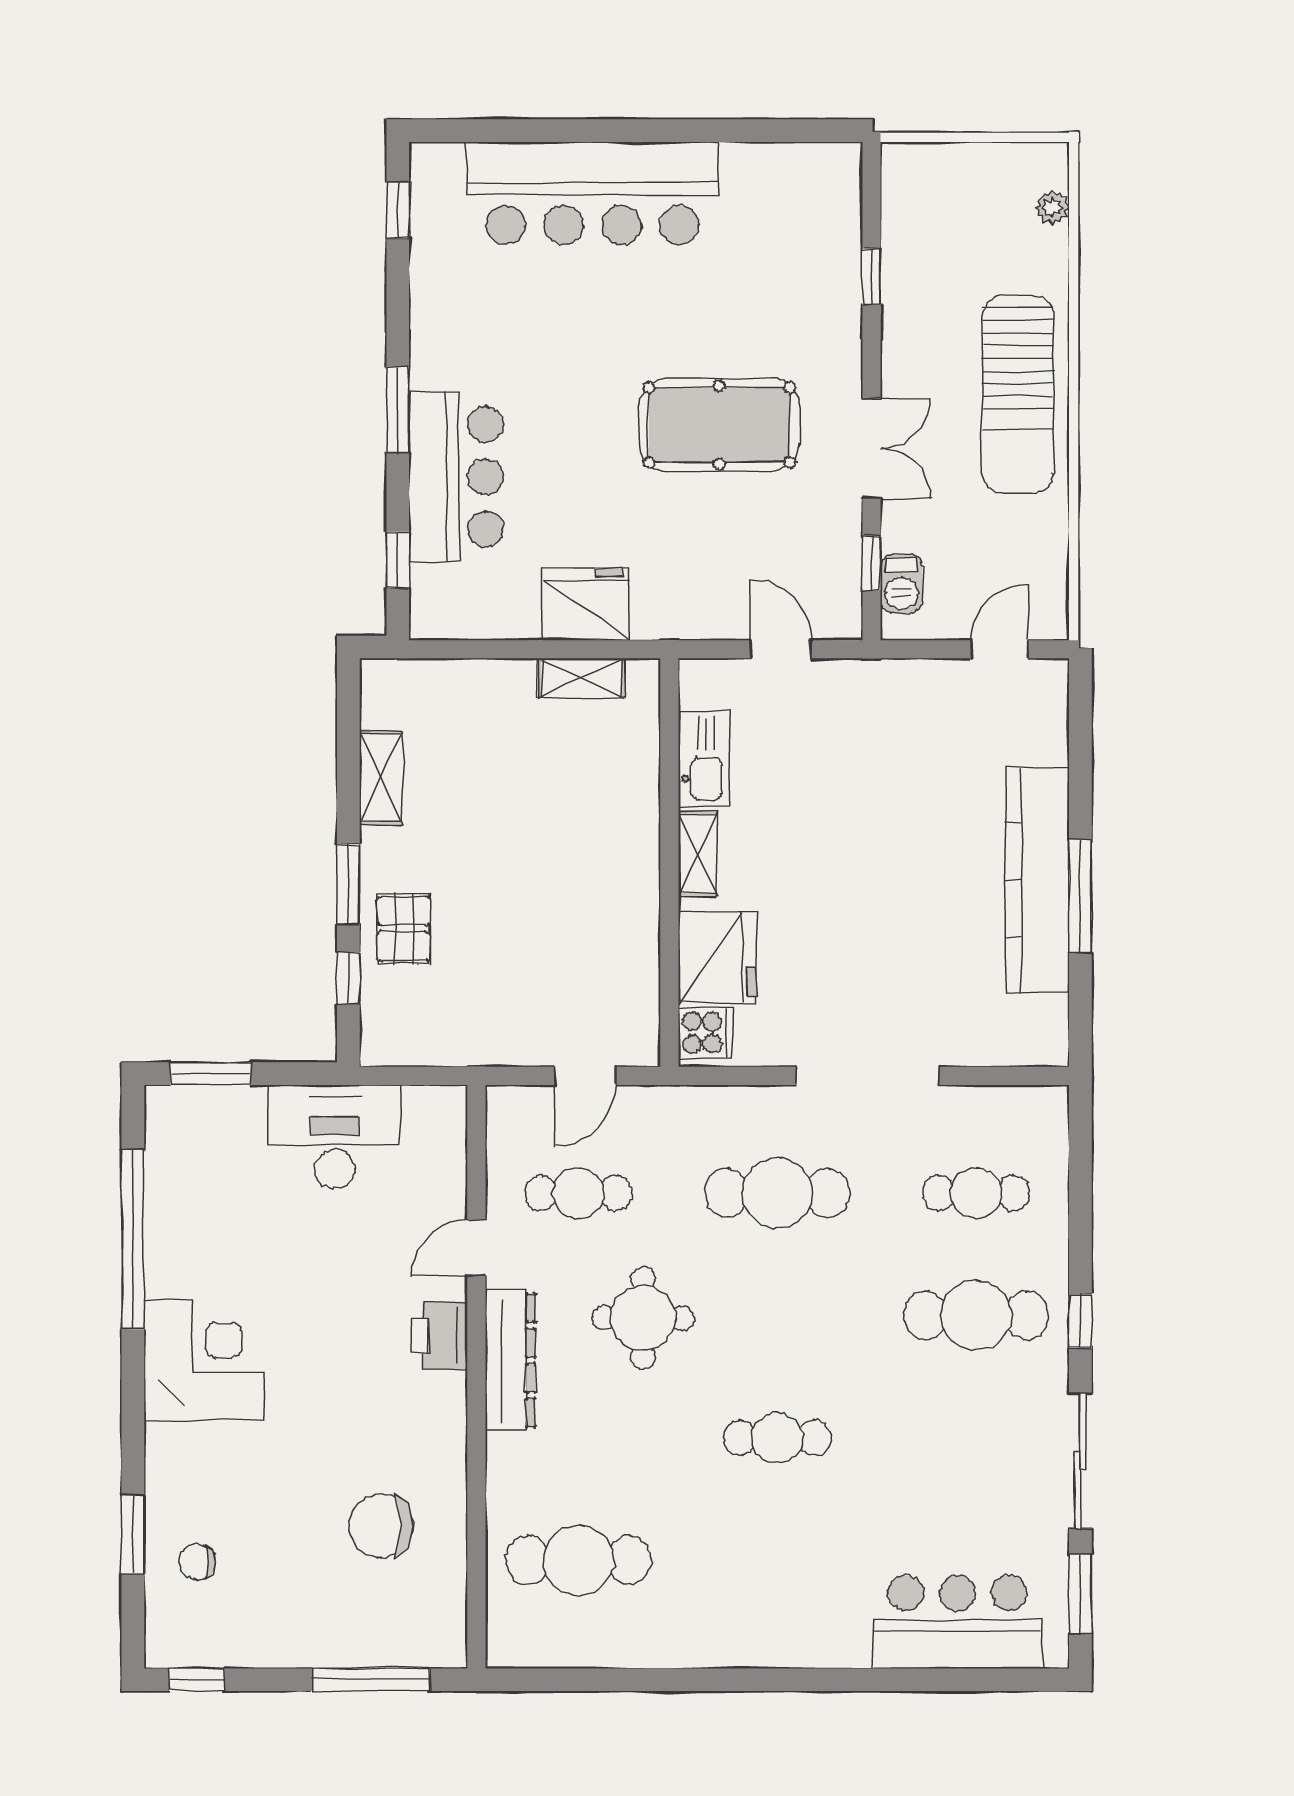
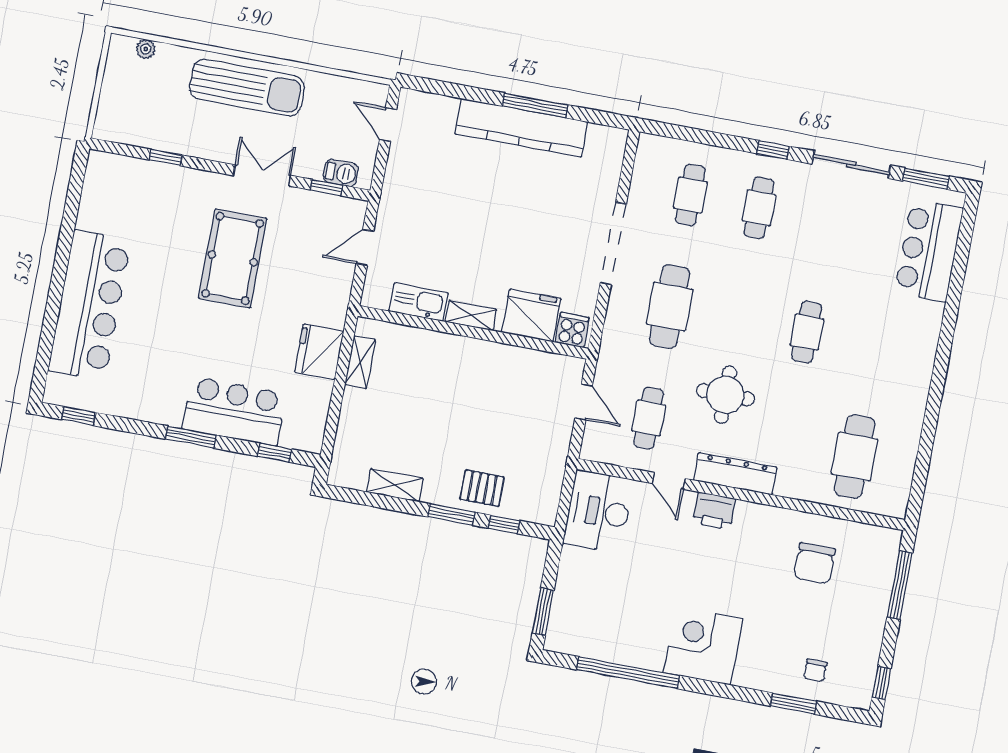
desk: (335, 1137) -> (599, 511), moved
cafe table: (976, 1315) -> (759, 208), width x0.73, depth x0.74

